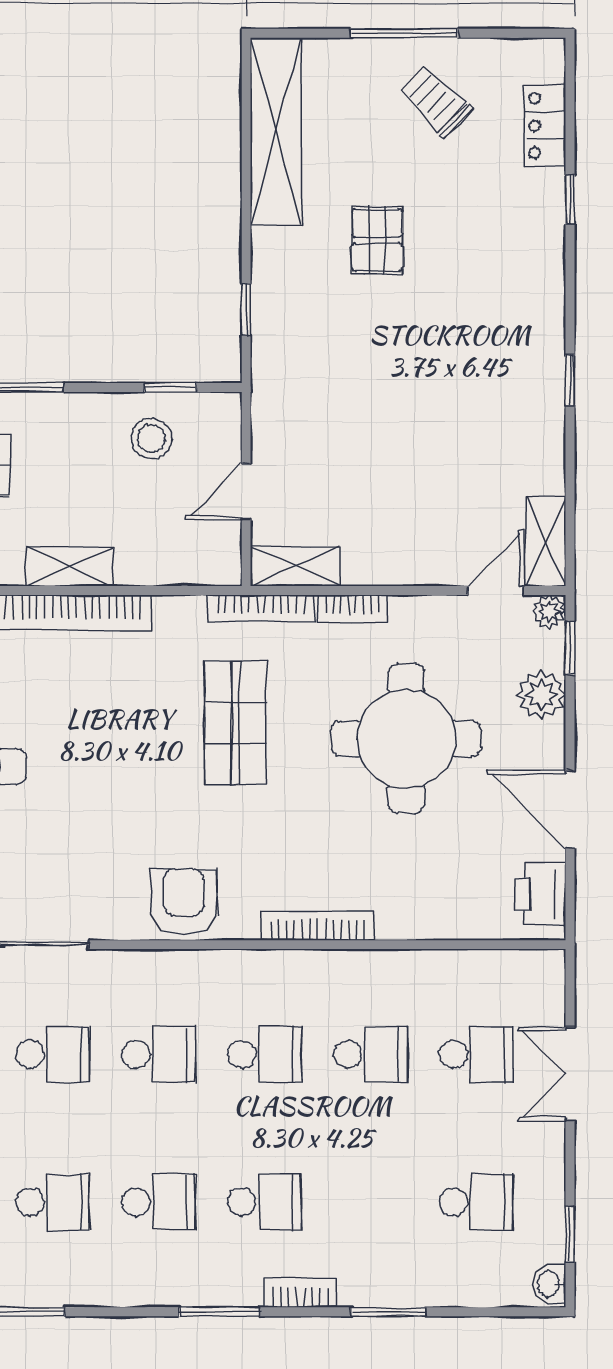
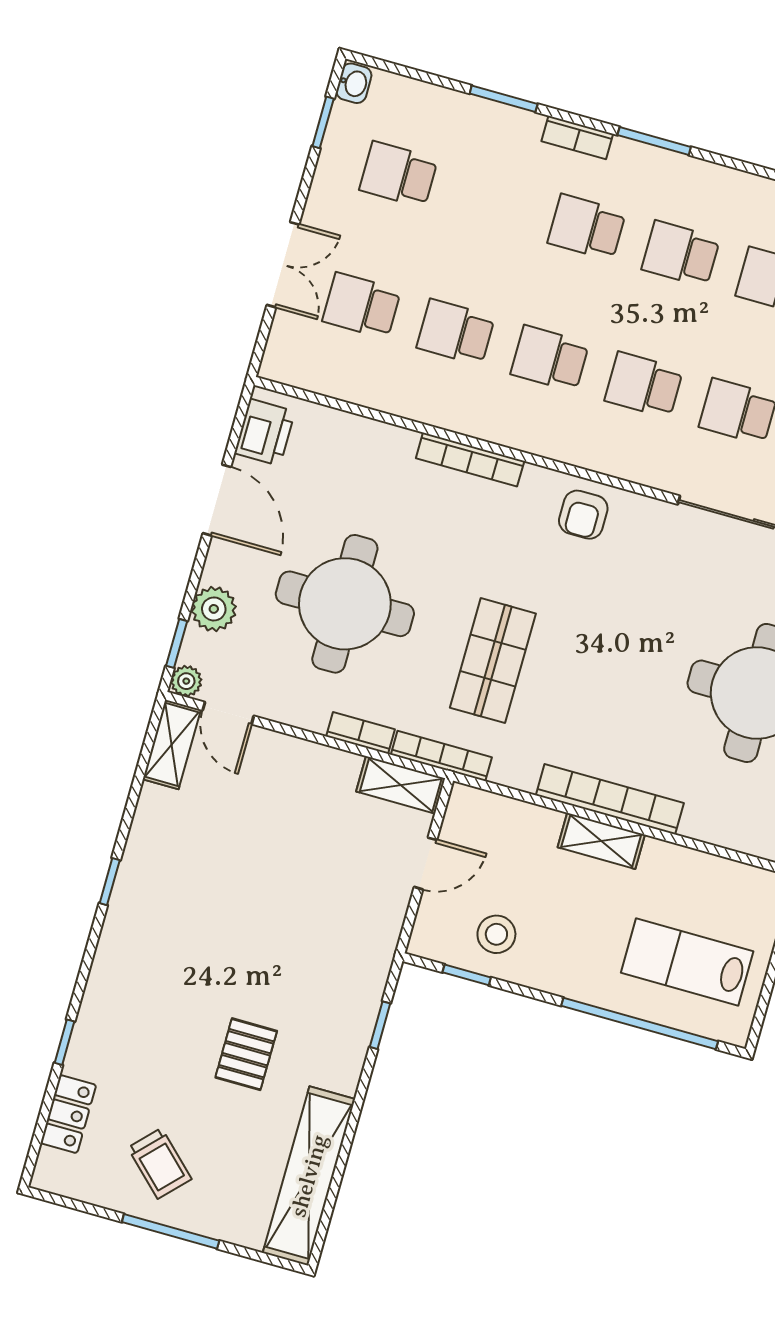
door: (496, 590) -> (228, 713), hinge flipped
armchair: (184, 901) -> (583, 515), width x0.72, depth x0.72

